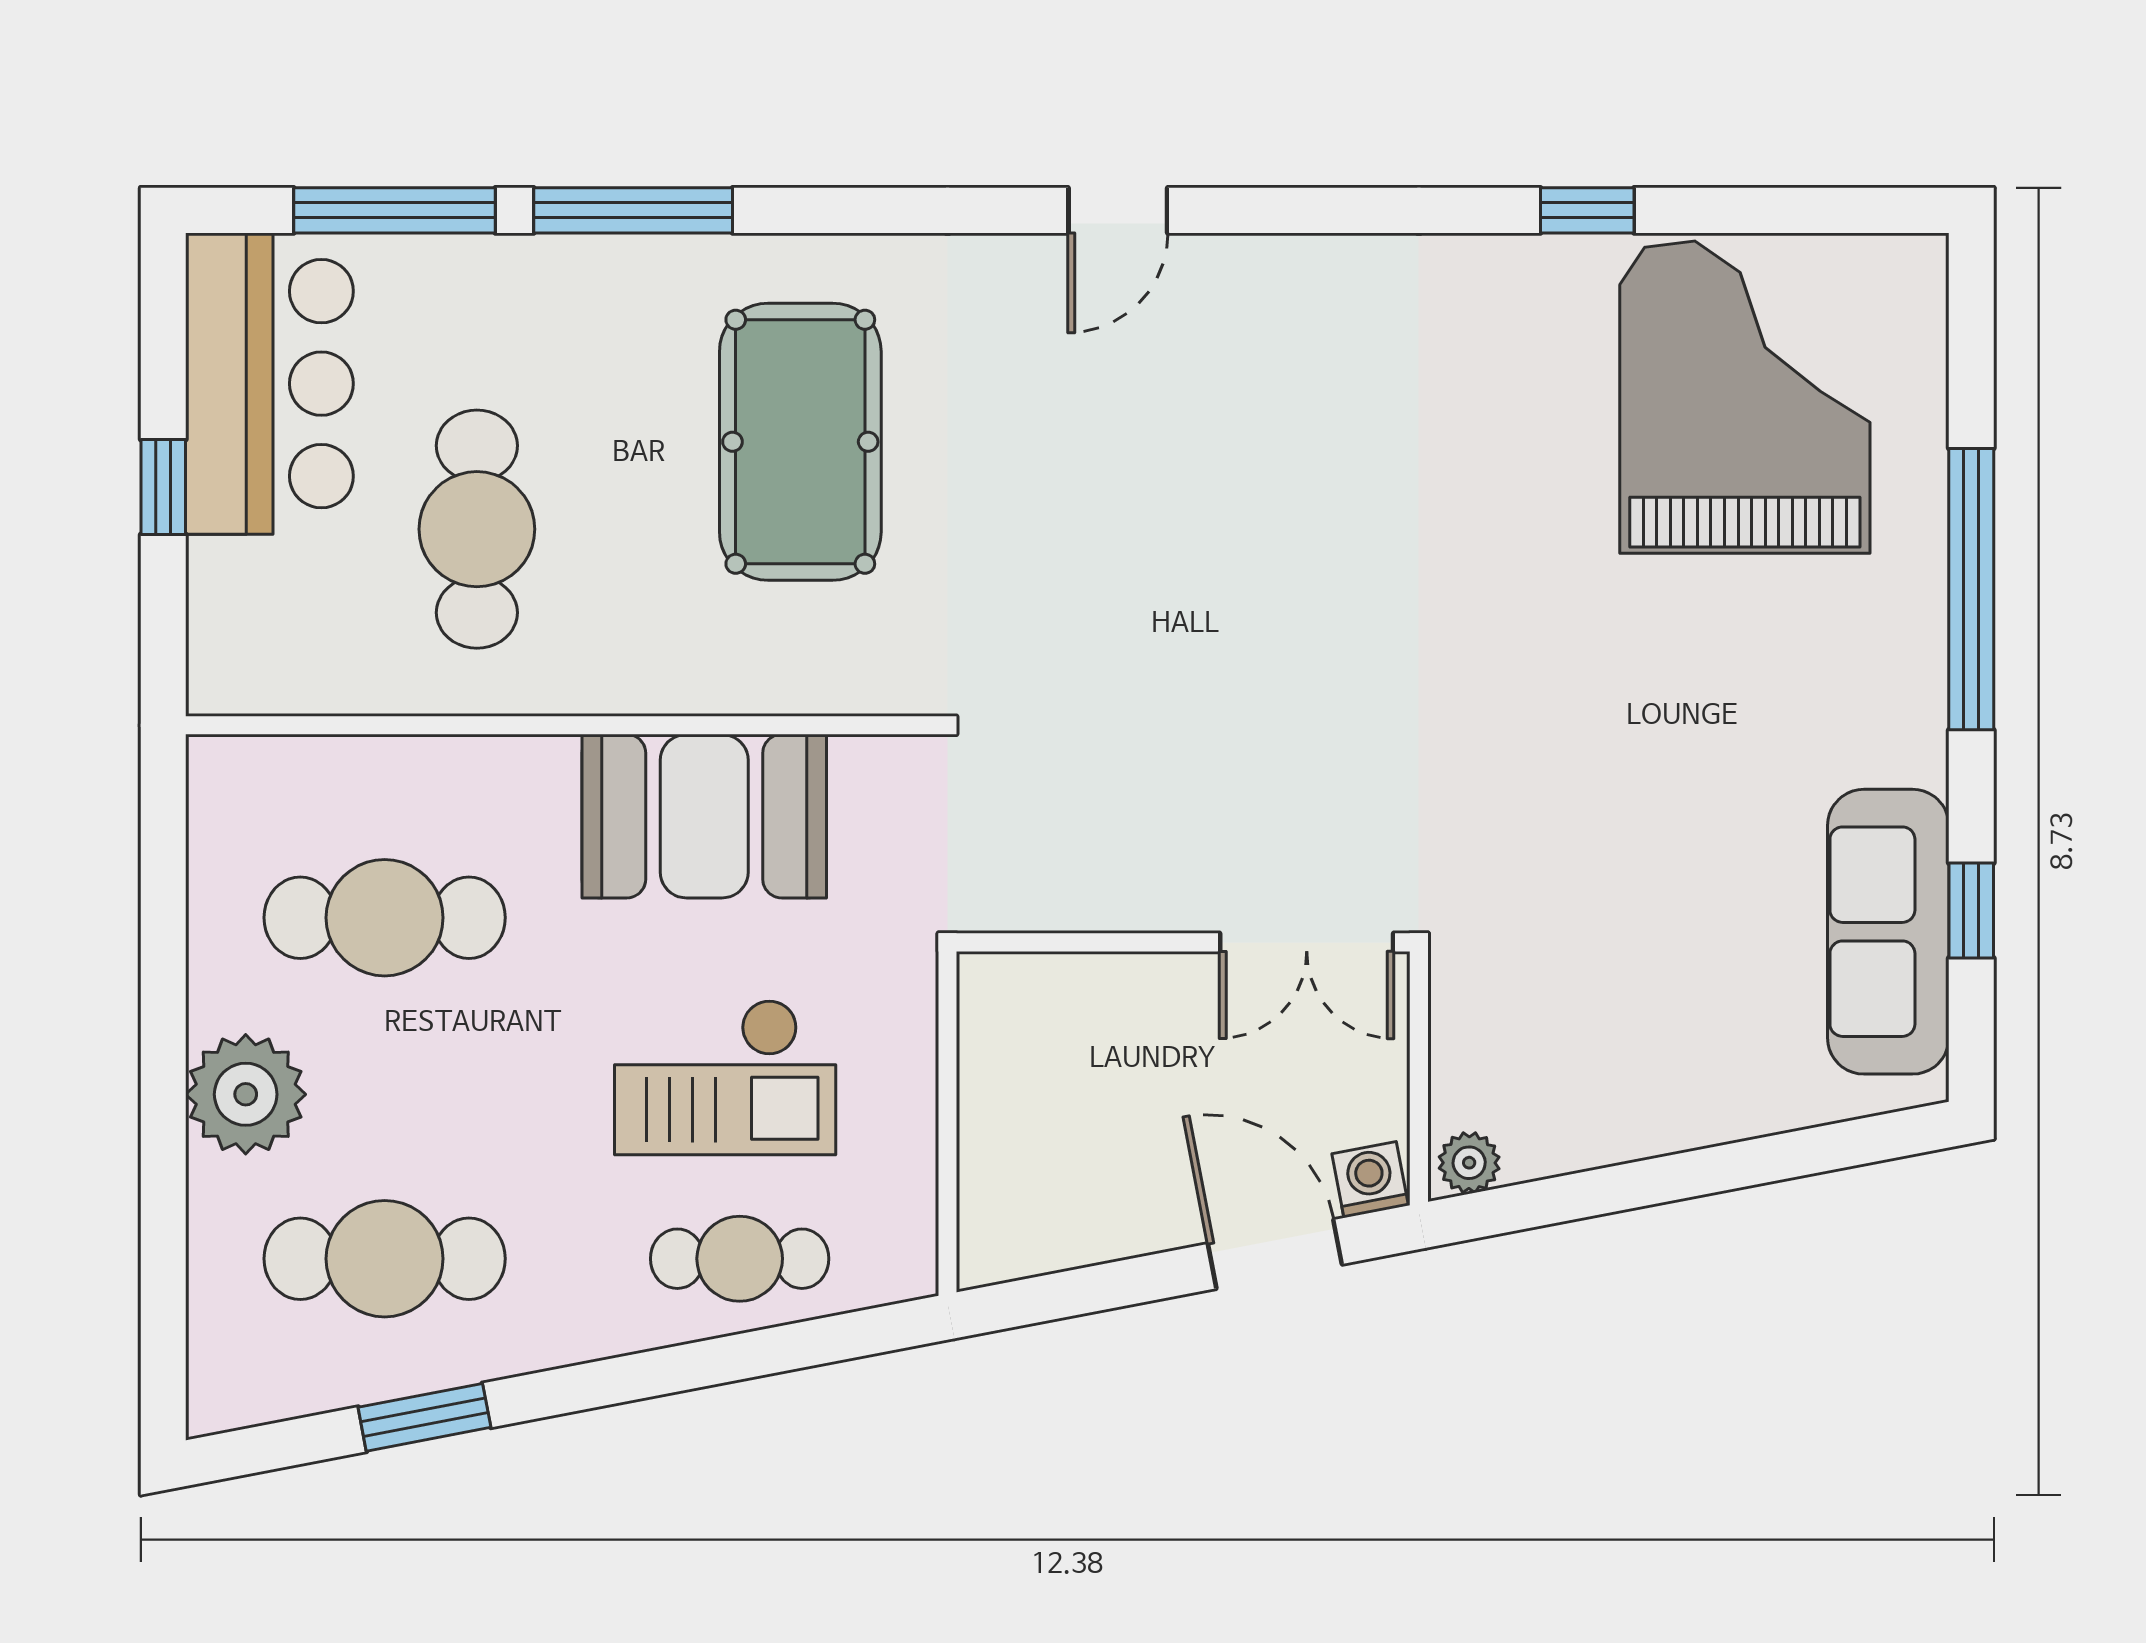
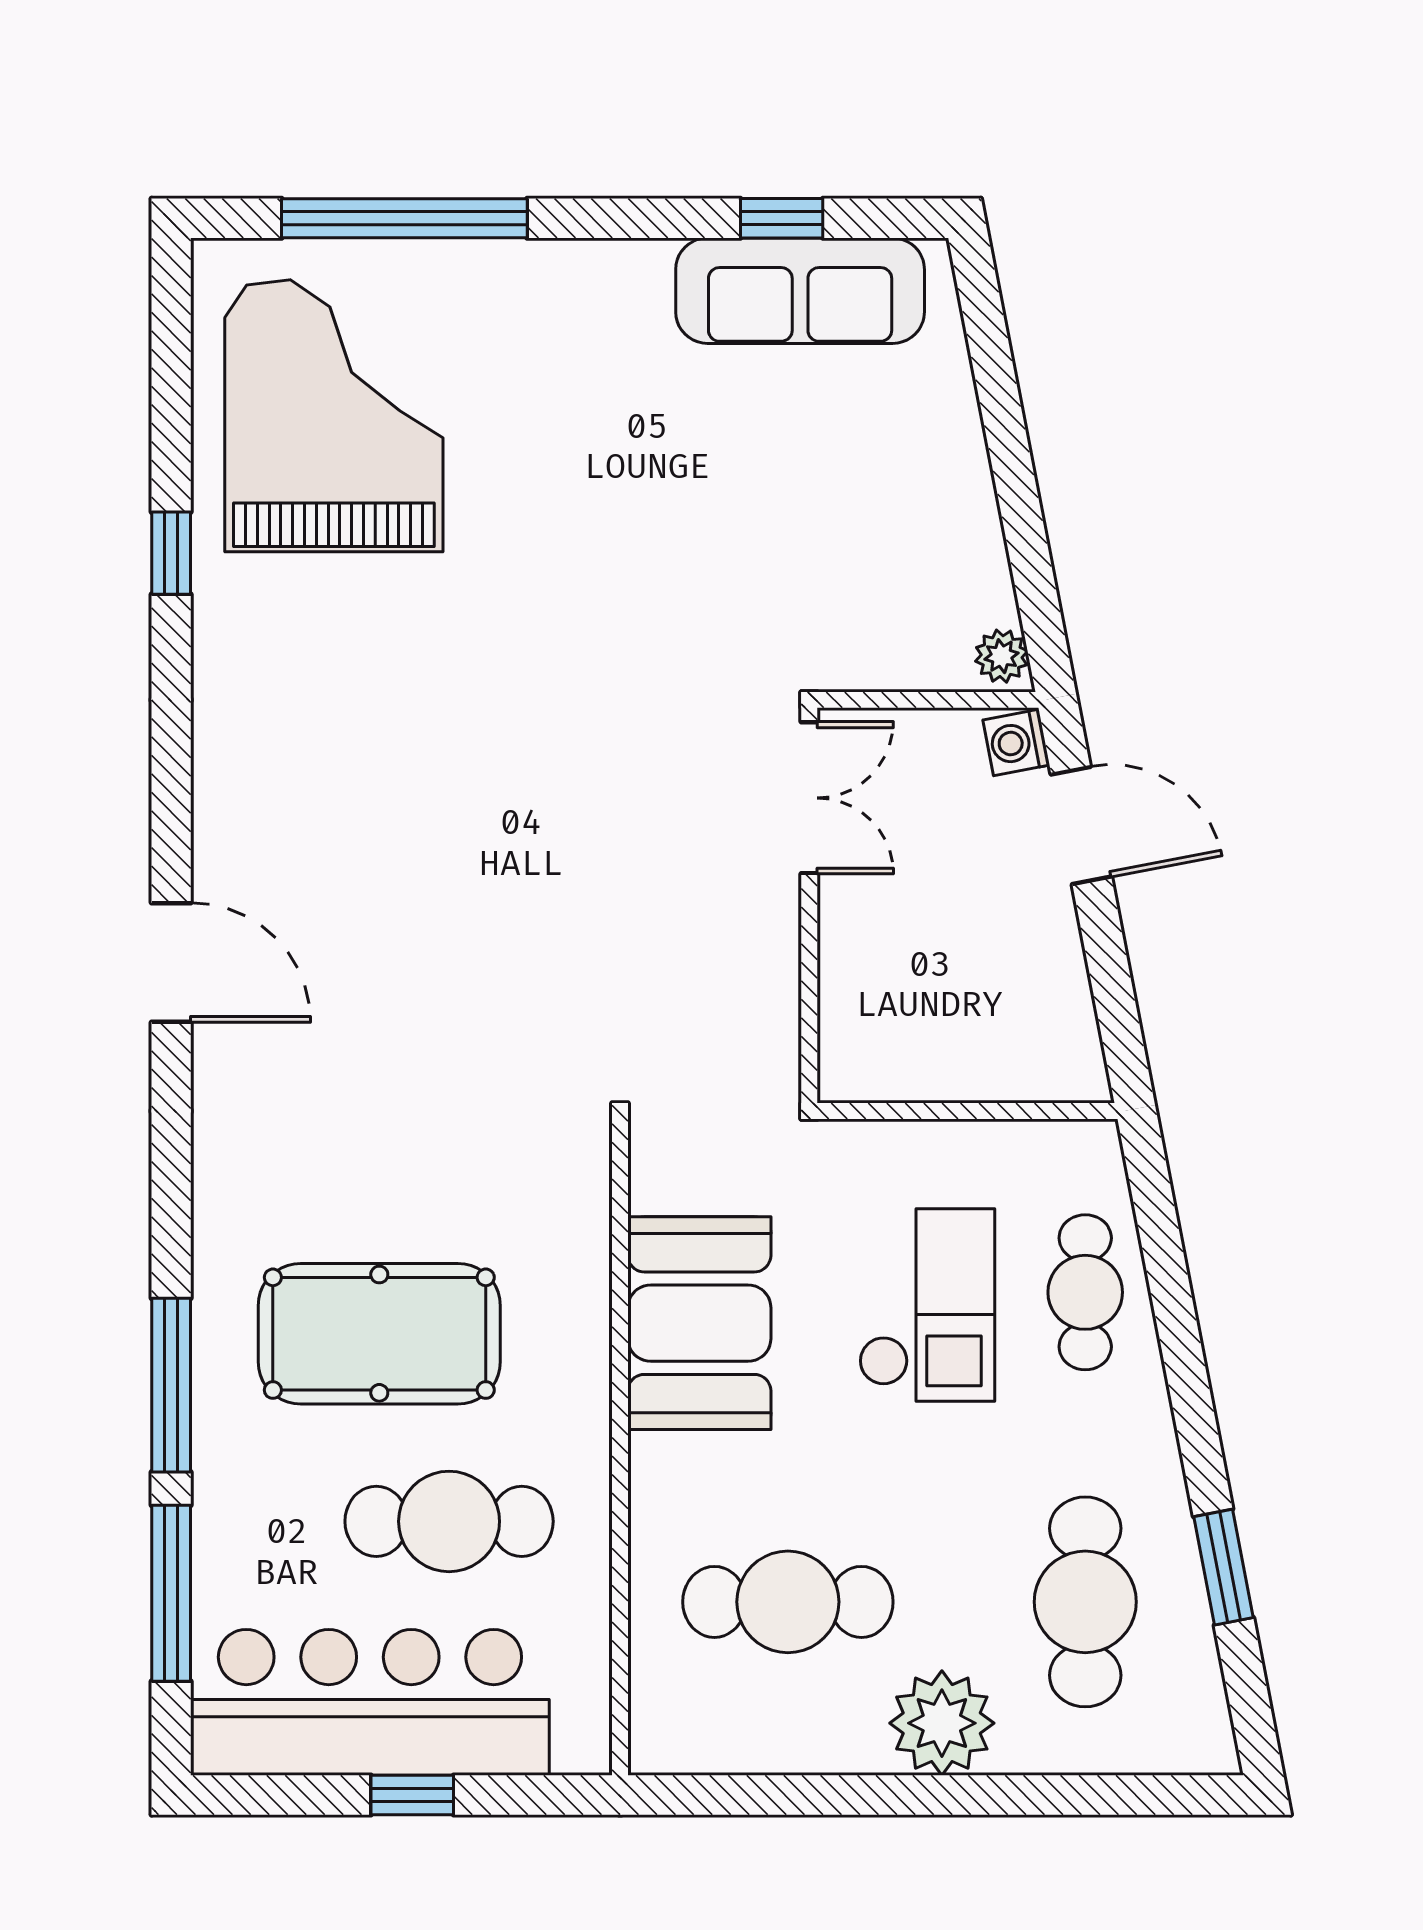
door: (1118, 210) -> (171, 962), width x1.38
bar counter: (269, 384) -> (370, 1702), width x1.36
grand piano: (1745, 397) -> (334, 416), turned 90
pool table: (800, 442) -> (379, 1334), moved
window: (1971, 589) -> (404, 218), moved
cafe table: (385, 918) -> (788, 1602), turned 90
door: (1275, 1254) -> (1081, 825), swing flipped

